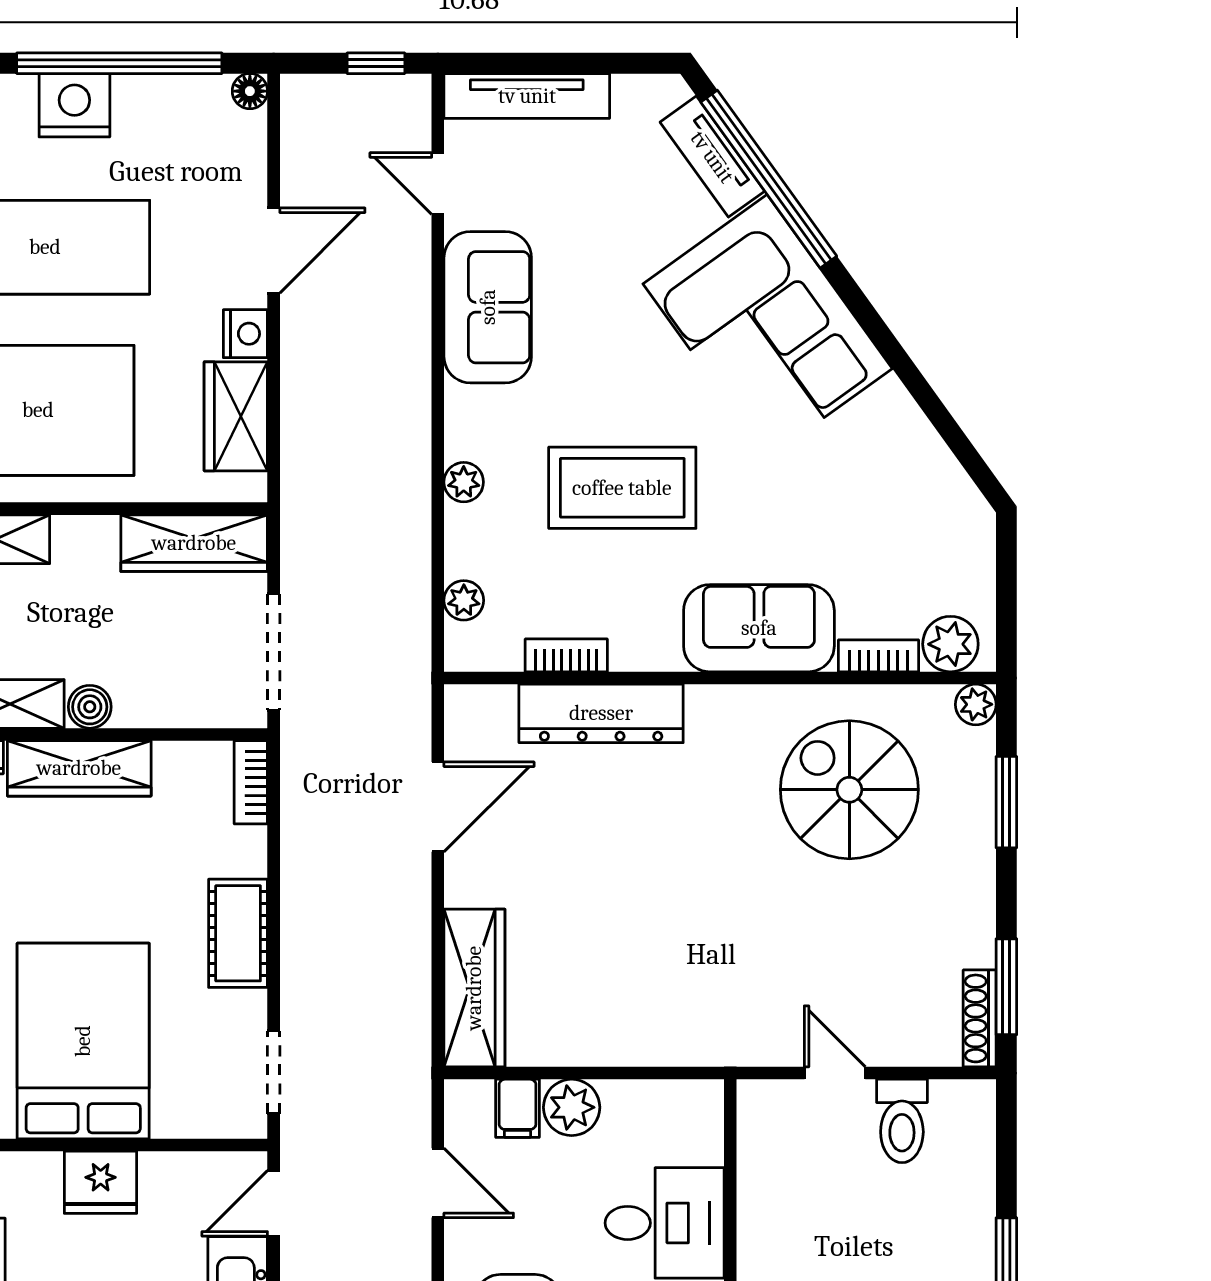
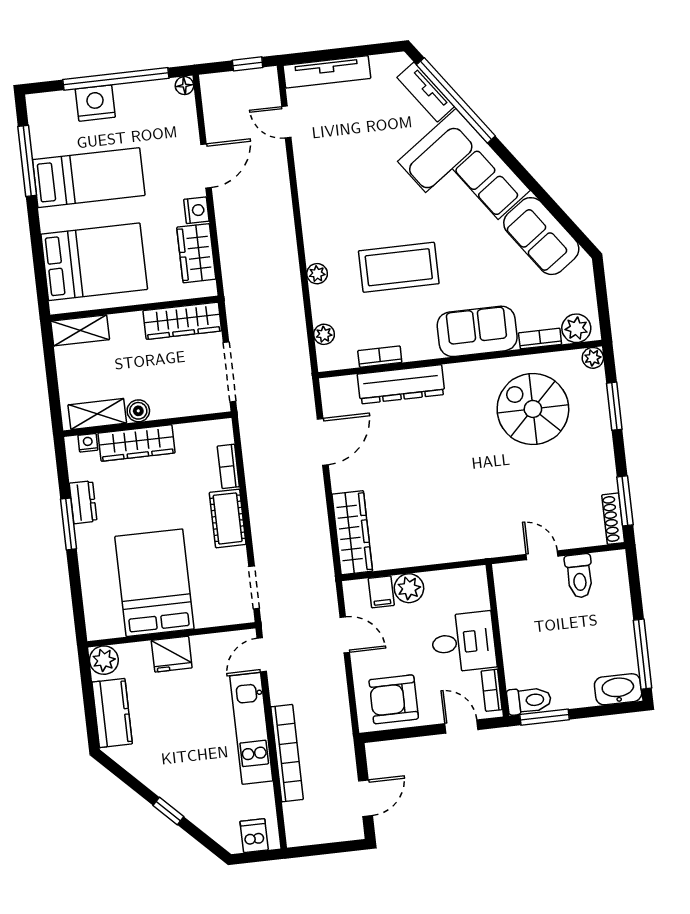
sofa: (488, 307) -> (541, 236), moved, turned 144
bookcase: (251, 782) -> (228, 466), moved

